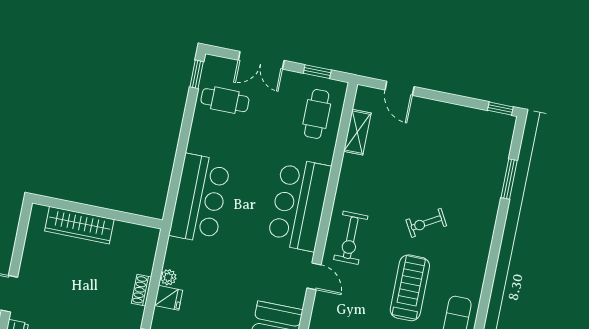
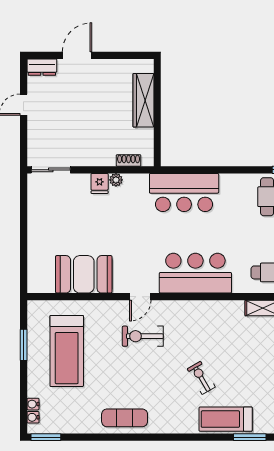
exercise bike: (351, 238) -> (143, 336), moved
treadmill: (410, 288) -> (226, 419), moved, turned 180
shoe rack: (141, 290) -> (129, 160), moved

